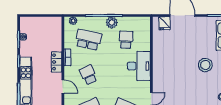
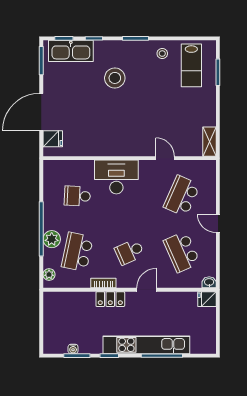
plant: (112, 23) -> (52, 239), moved

